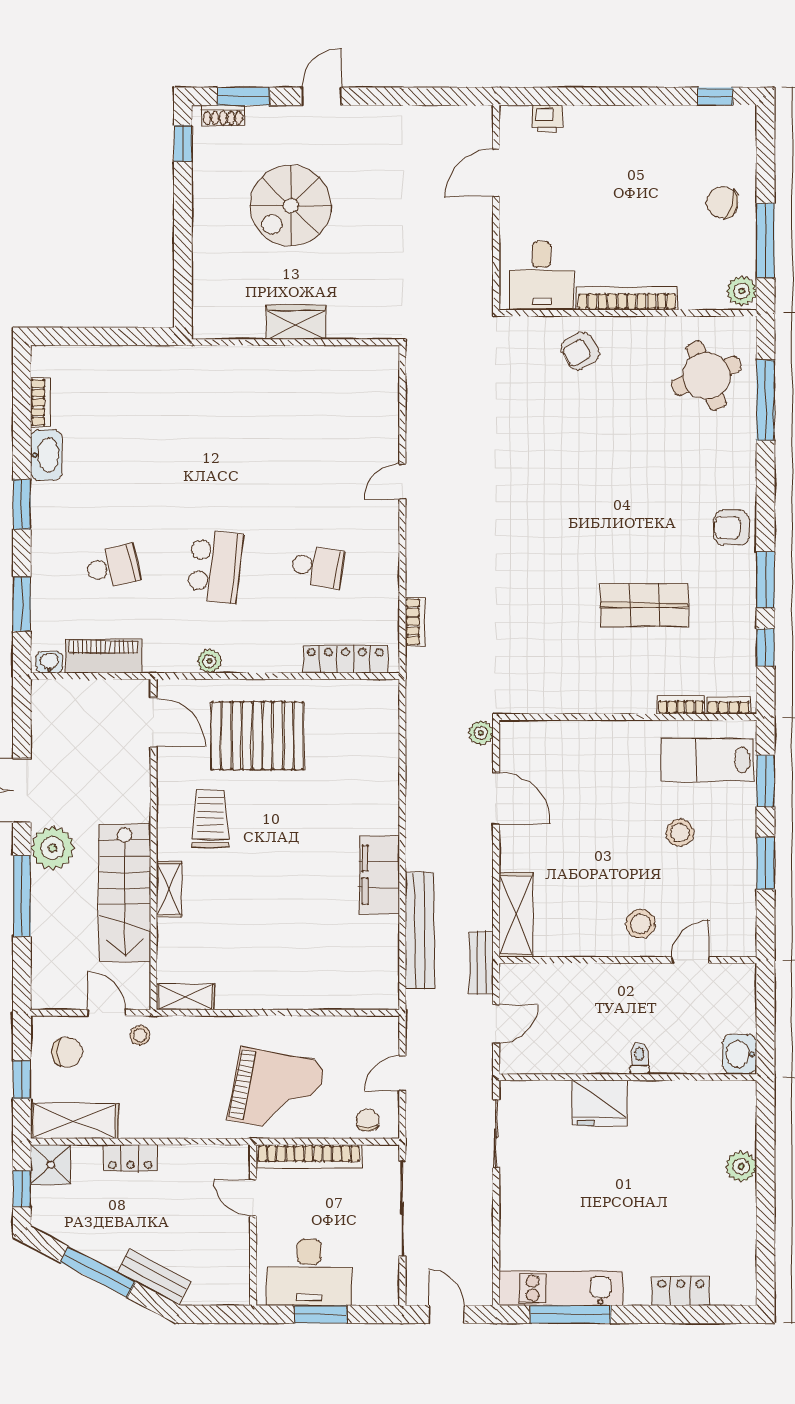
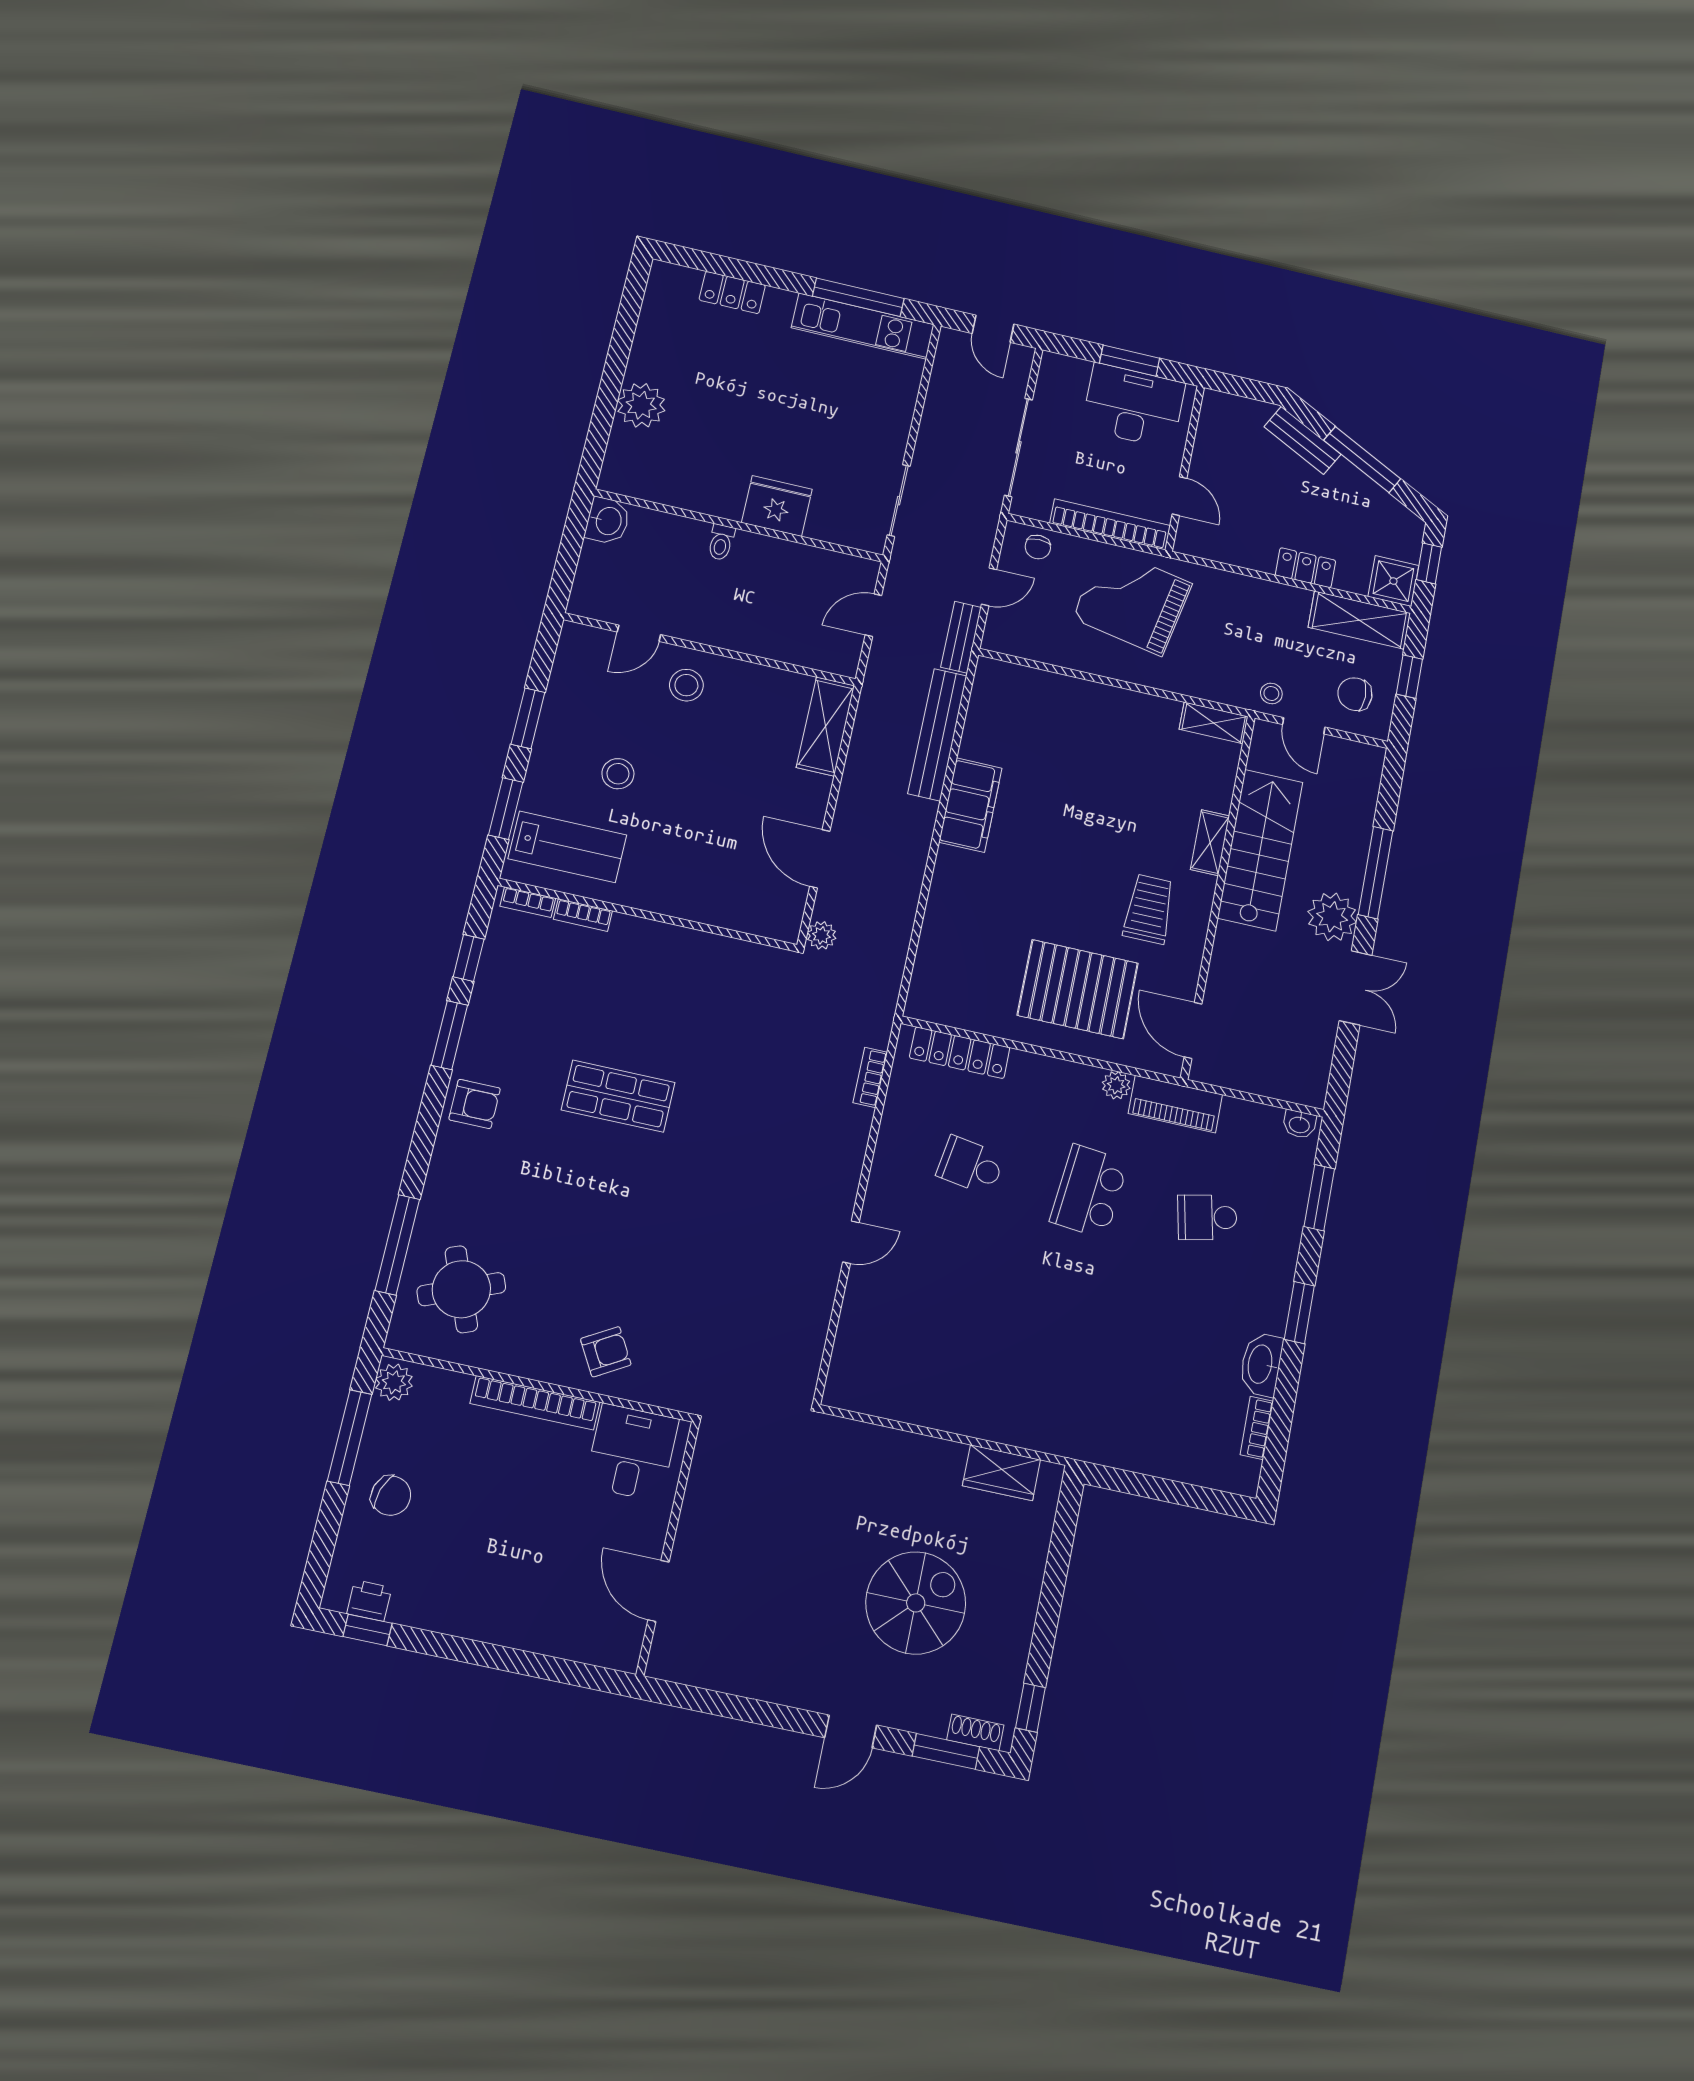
printer: (547, 119) -> (369, 1601), moved
door: (496, 173) -> (658, 1591), swing flipped
wardrobe: (296, 322) -> (1001, 1473), moved
shop shelf: (644, 605) -> (618, 1096), moved
piano: (103, 656) -> (1175, 1104), moved
trolley: (210, 819) -> (1149, 909), turned 180
bench: (481, 963) -> (961, 637), moved
plant: (741, 1166) -> (641, 405), width x1.36, depth x1.36

